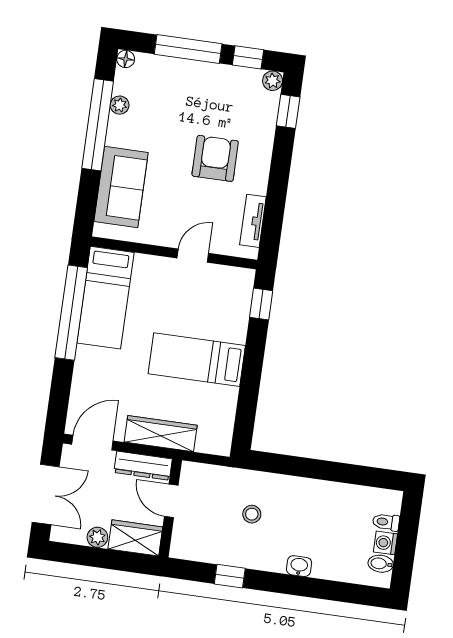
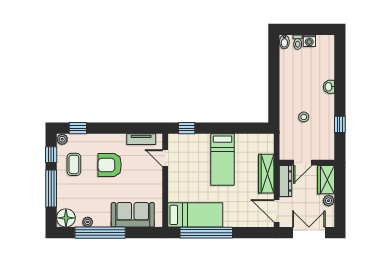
floor lamp: (126, 59) -> (66, 218), width x1.89, depth x1.89
coffee table: (225, 95) -> (74, 164), added
door: (193, 256) -> (165, 158), moved
bidet: (381, 564) -> (284, 42), moved

